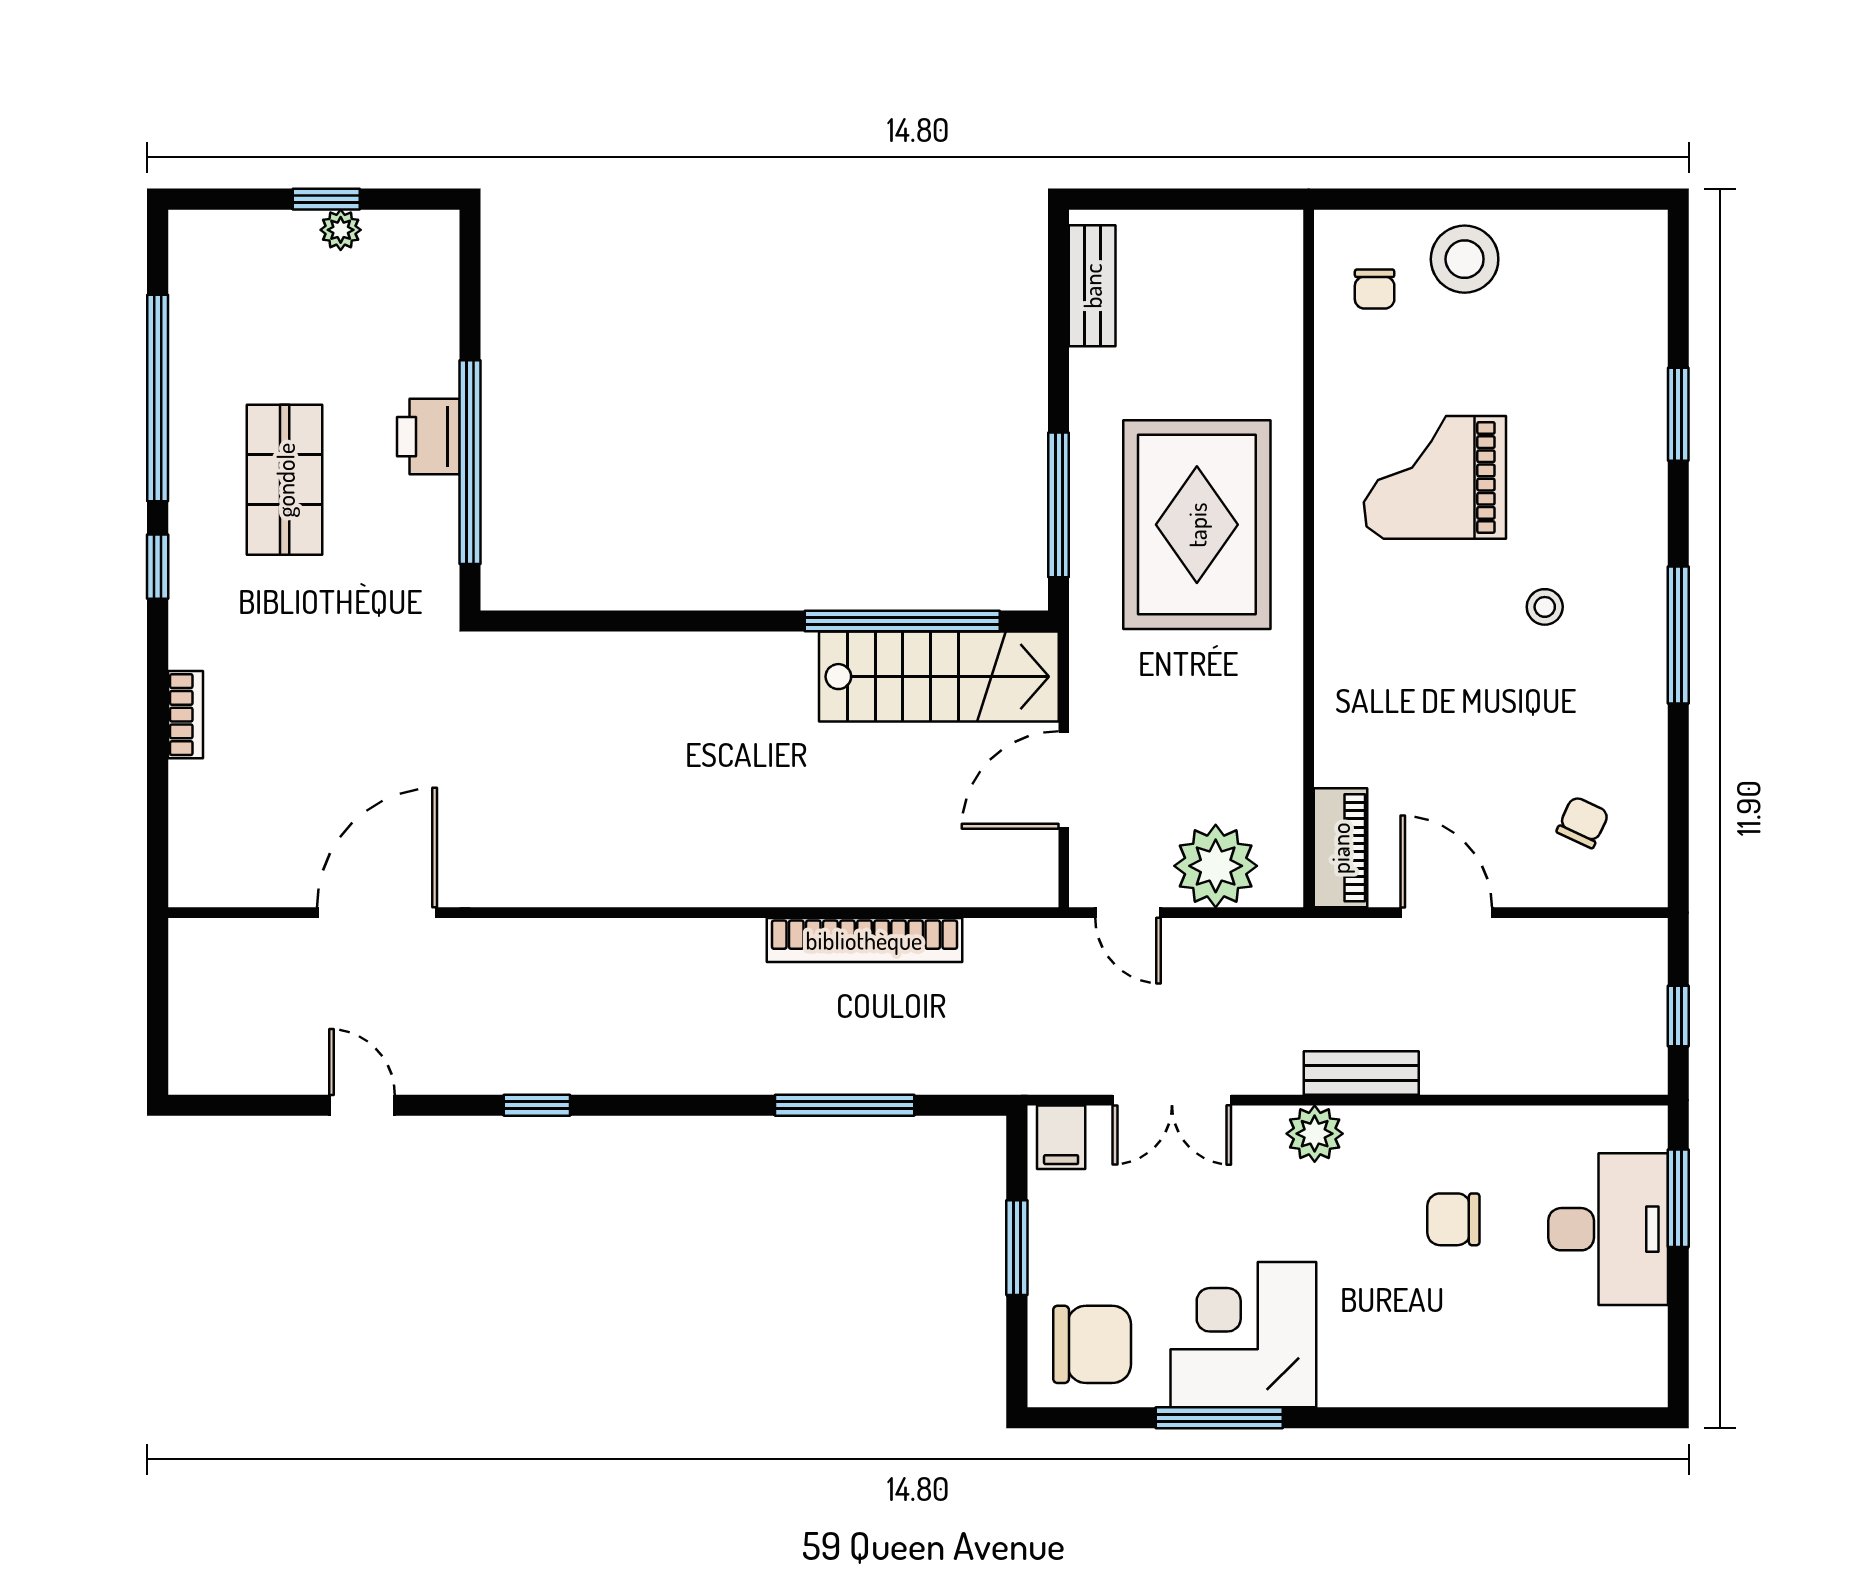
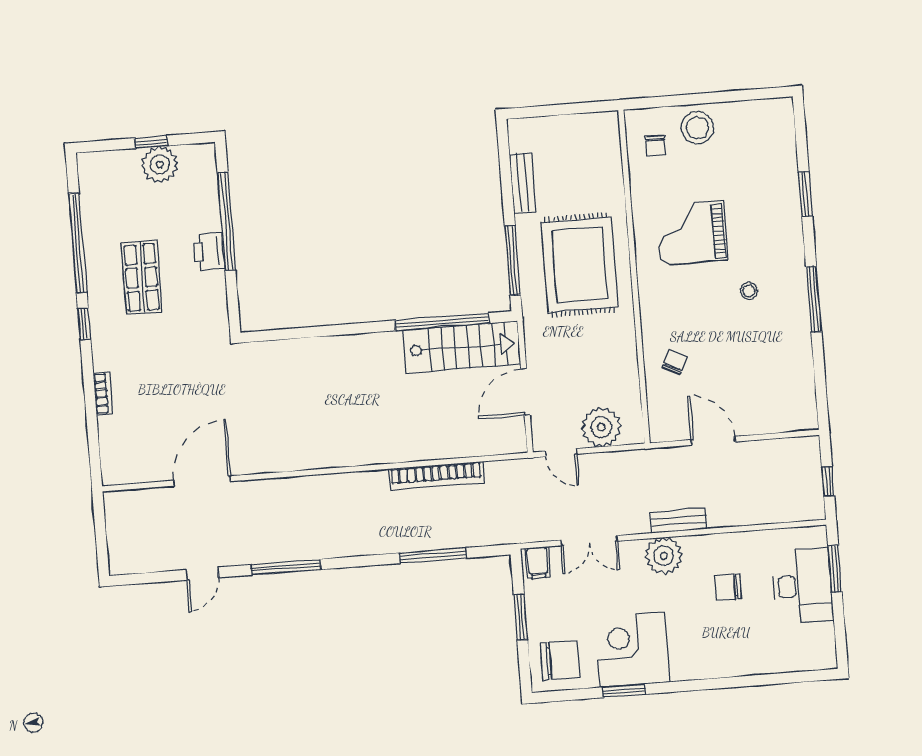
plant: (341, 230) -> (160, 164), width x1.88, depth x1.88
bench: (1092, 286) -> (523, 183), moved
window: (470, 462) -> (226, 221), moved
chair: (1583, 822) -> (675, 362), moved
piano: (1340, 848) -> (660, 414), removed
door: (362, 1105) -> (202, 574), swing flipped
window: (537, 1105) -> (286, 567), width x2.17
plant: (1315, 1134) -> (664, 556), width x1.36, depth x1.36
window: (1219, 1418) -> (624, 691), width x0.69

